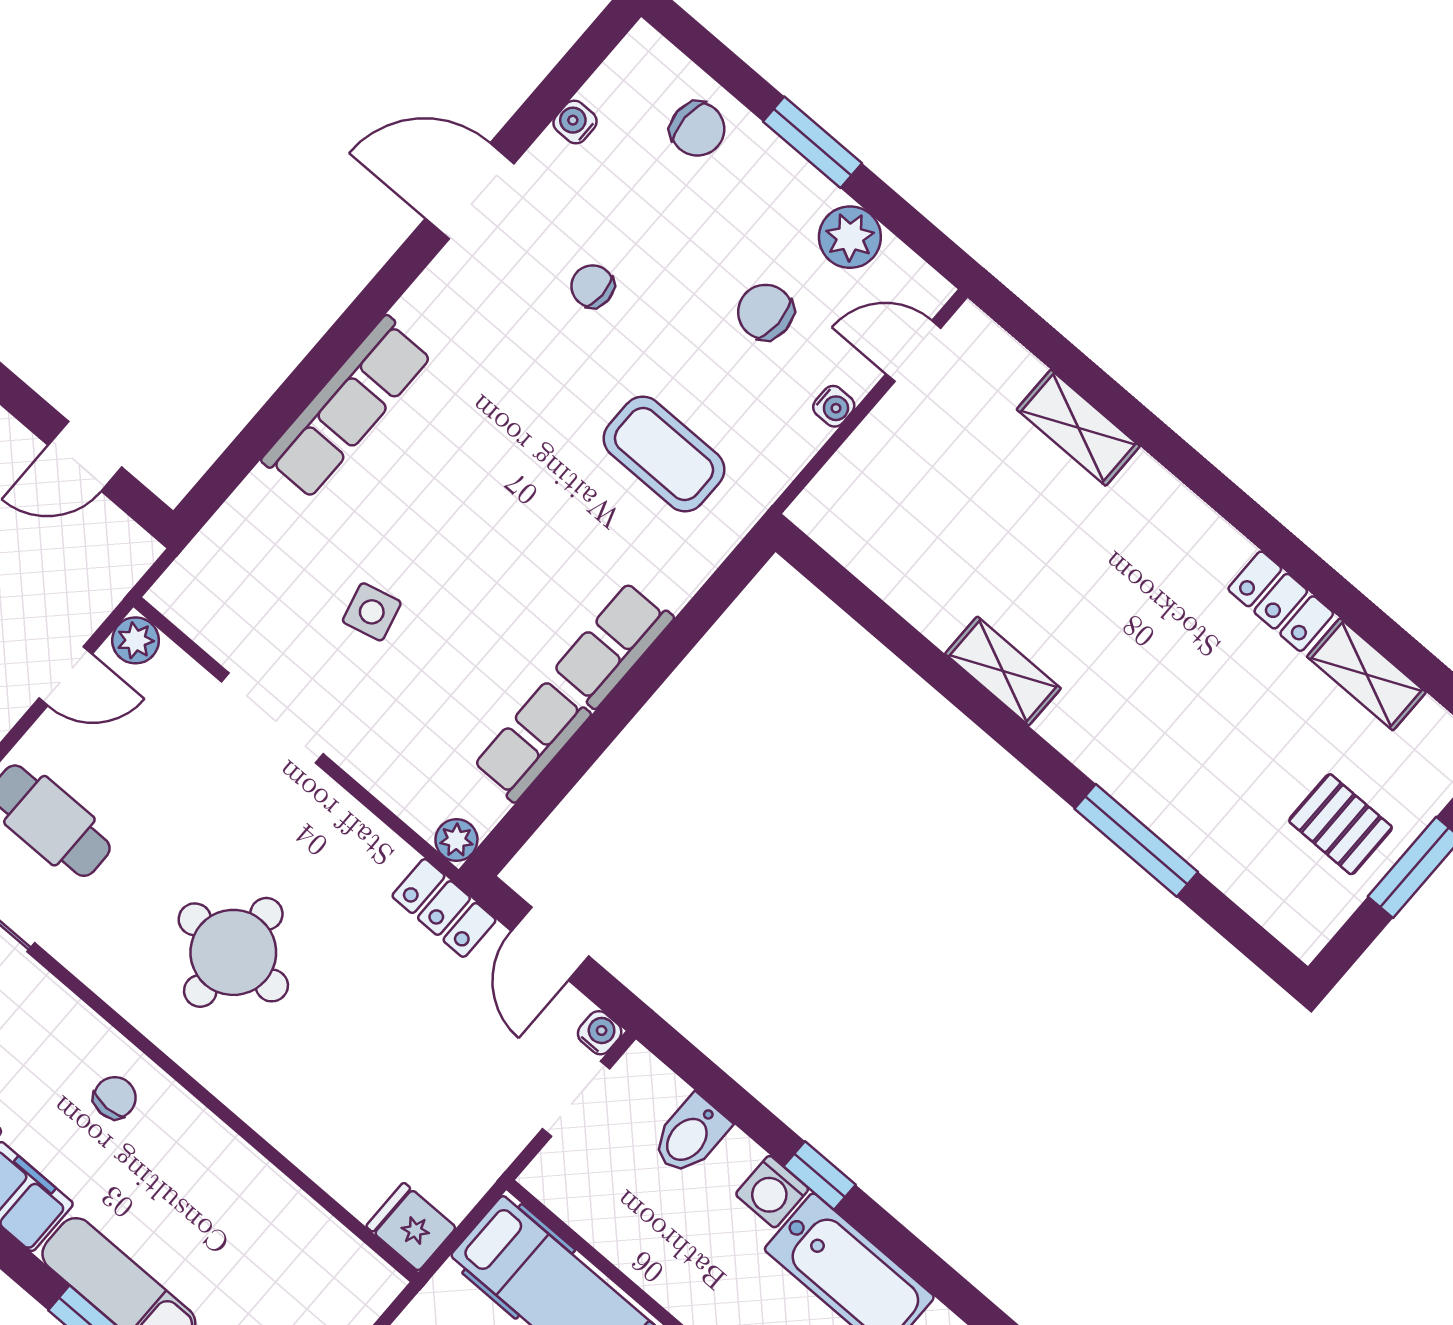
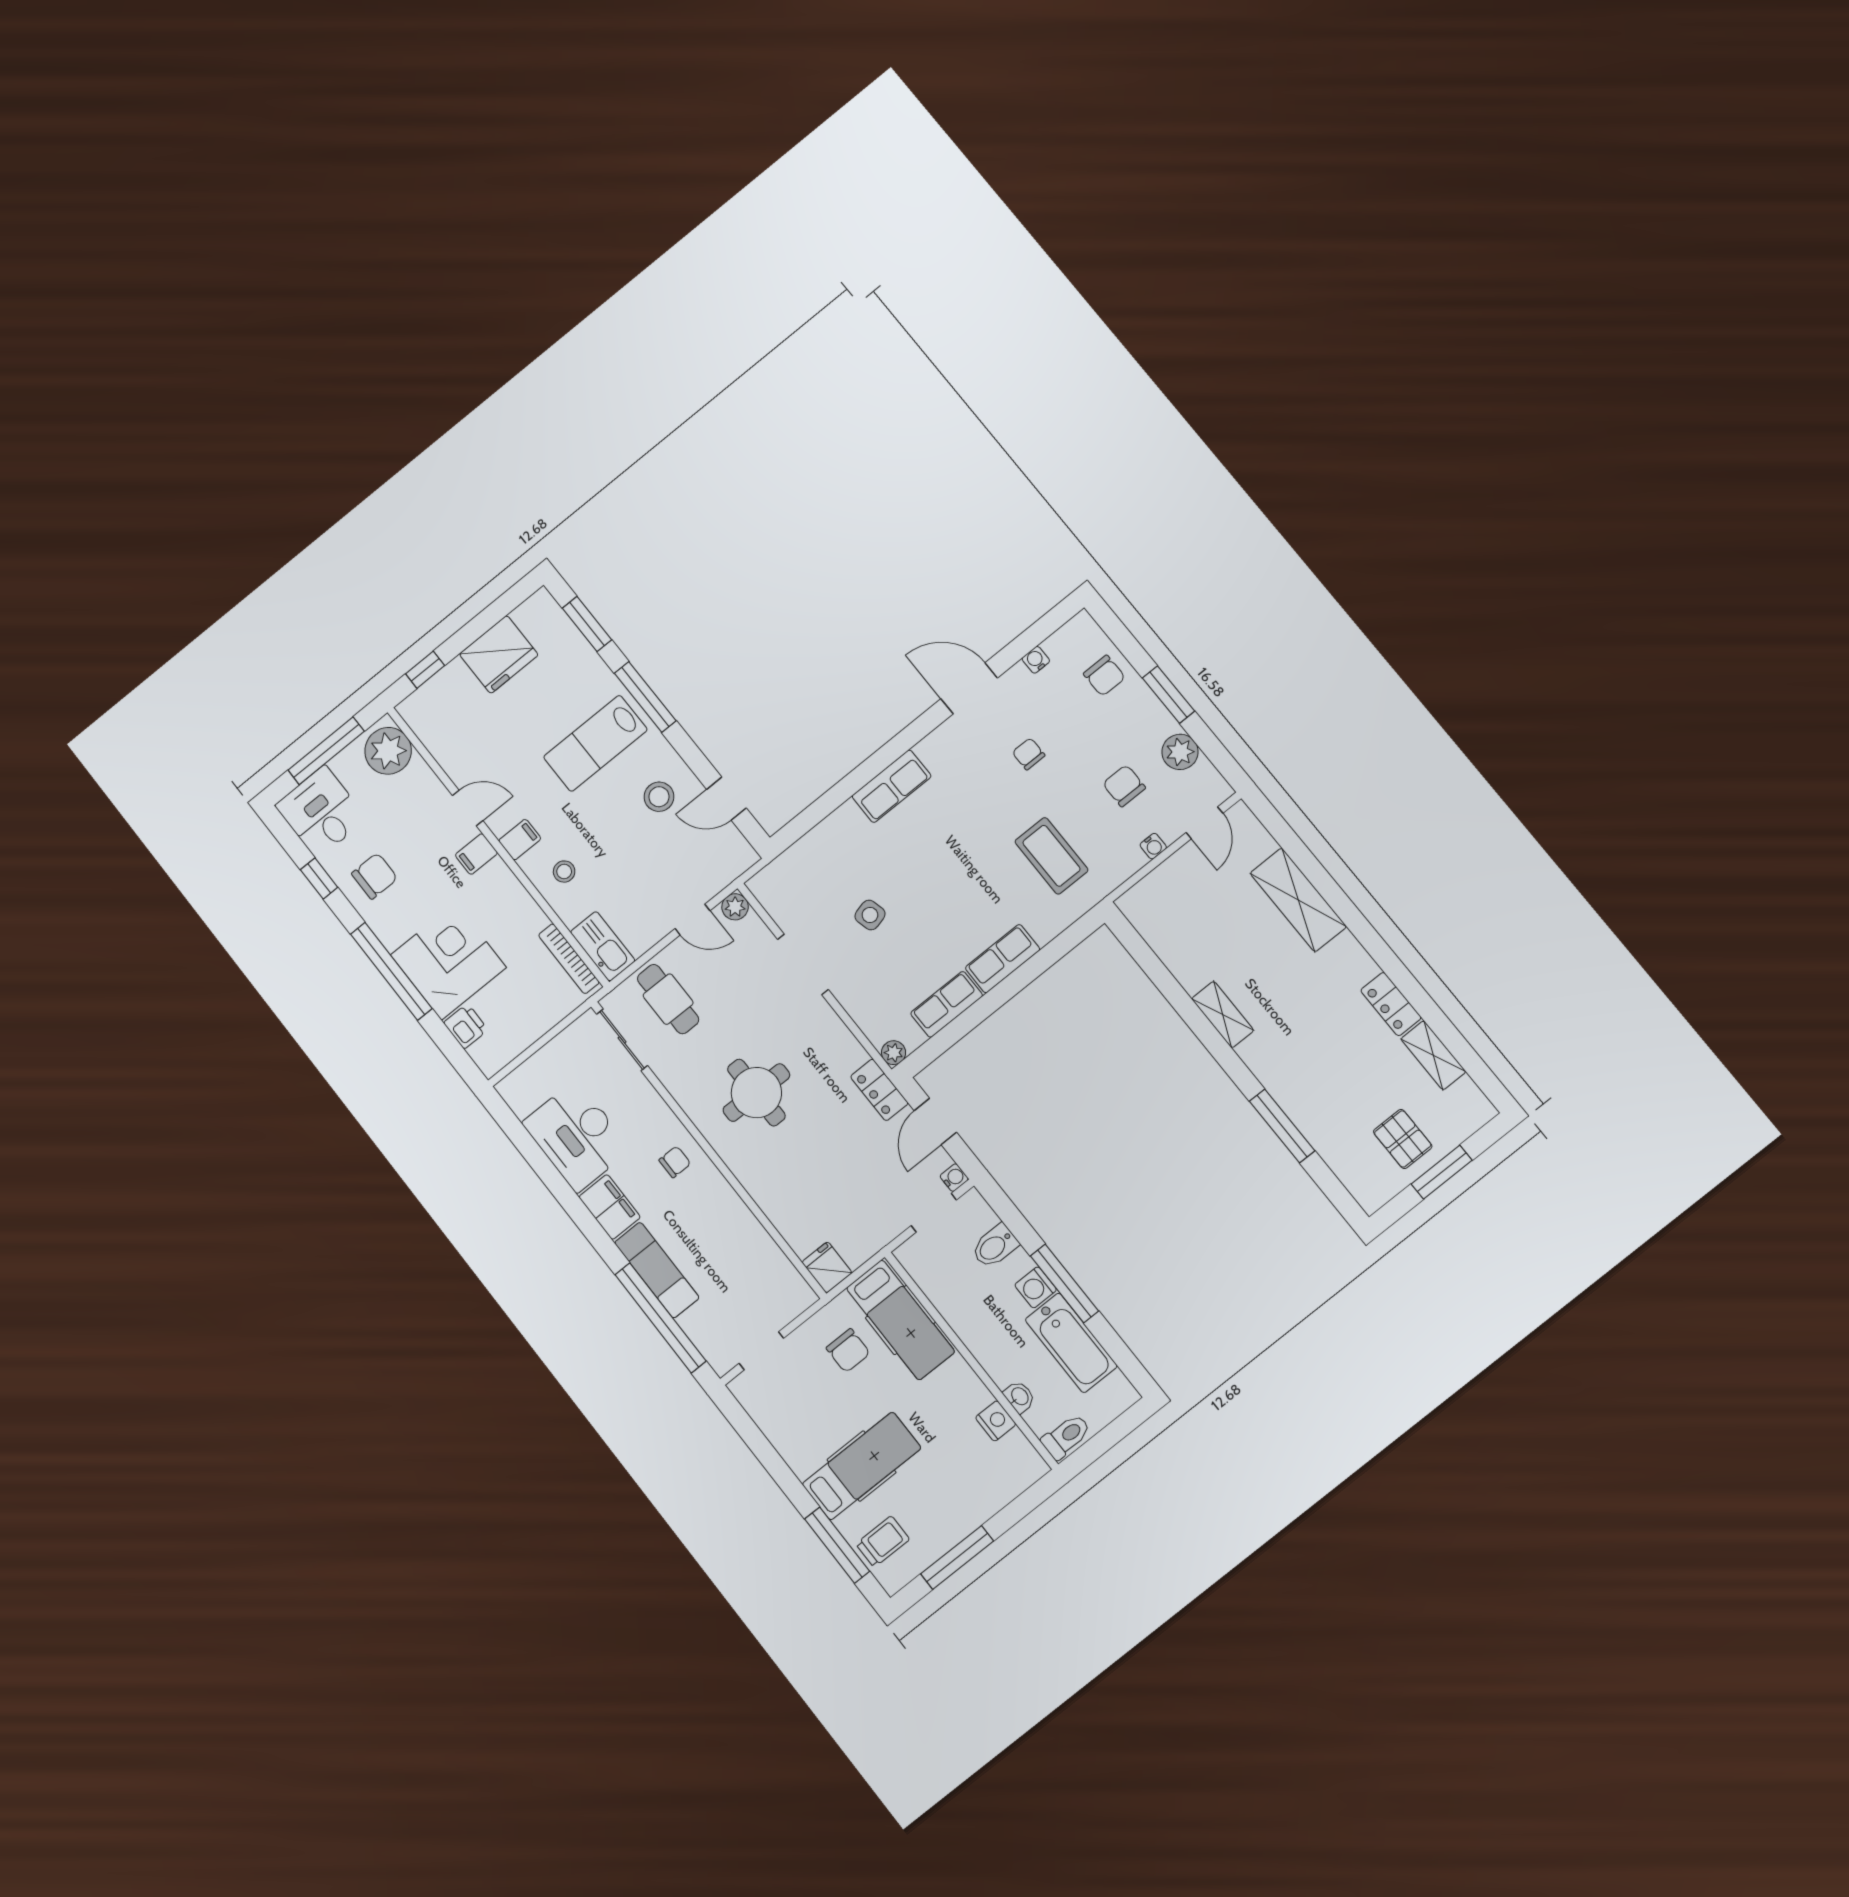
door: (913, 351) -> (1204, 823), swing flipped
row of seats: (347, 407) -> (892, 786), width x0.68
shelving: (1078, 428) -> (1298, 900), width x1.50, depth x1.33
window: (820, 1176) -> (1064, 1284), width x2.17

